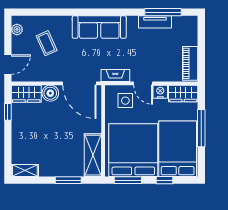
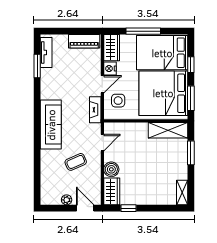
window: (163, 12) -> (37, 66), width x0.69
tv unit: (155, 22) -> (46, 52), moved
plant: (17, 29) -> (67, 200), moved
coffee table: (47, 43) -> (76, 162), moved
door: (79, 83) -> (102, 143), width x0.53

